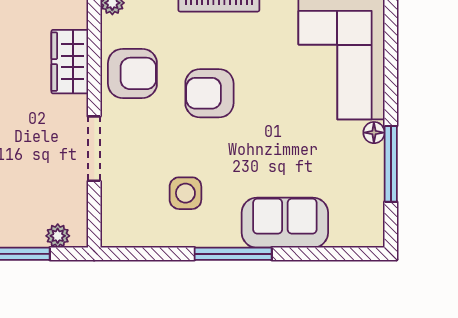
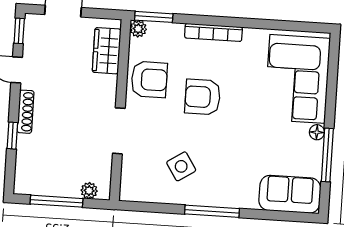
wardrobe: (70, 62) -> (107, 51), moved
side table: (185, 193) -> (181, 166), turned -33
sofa: (285, 223) -> (290, 194), moved

